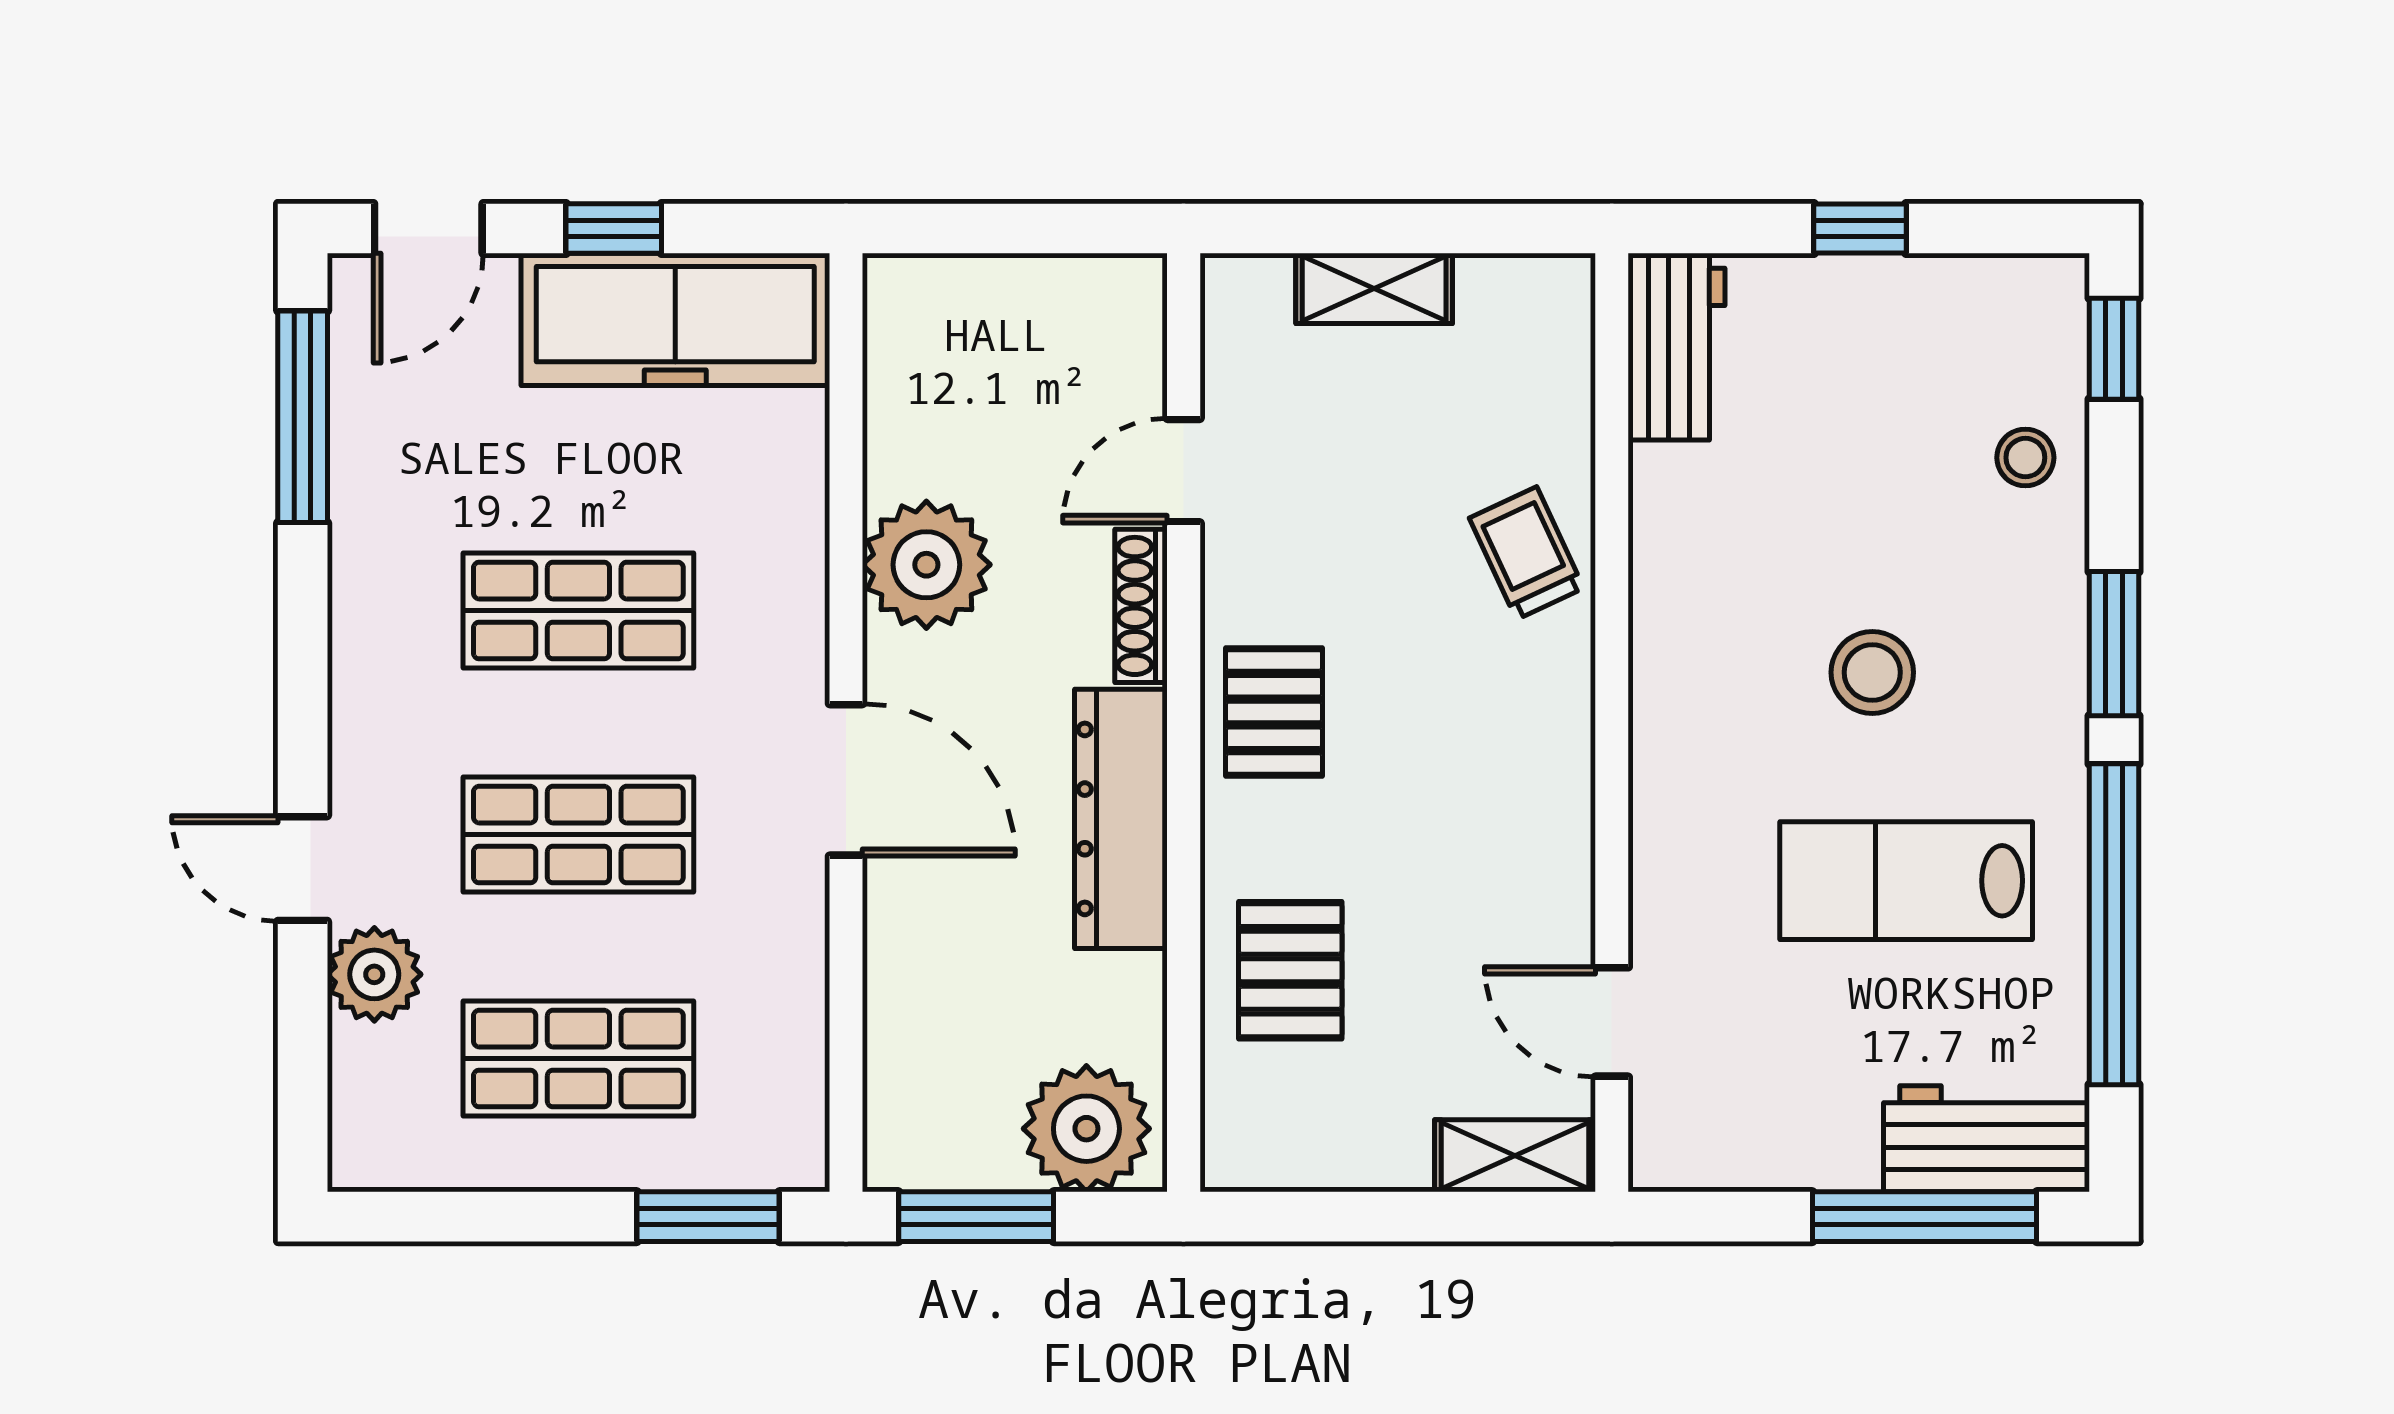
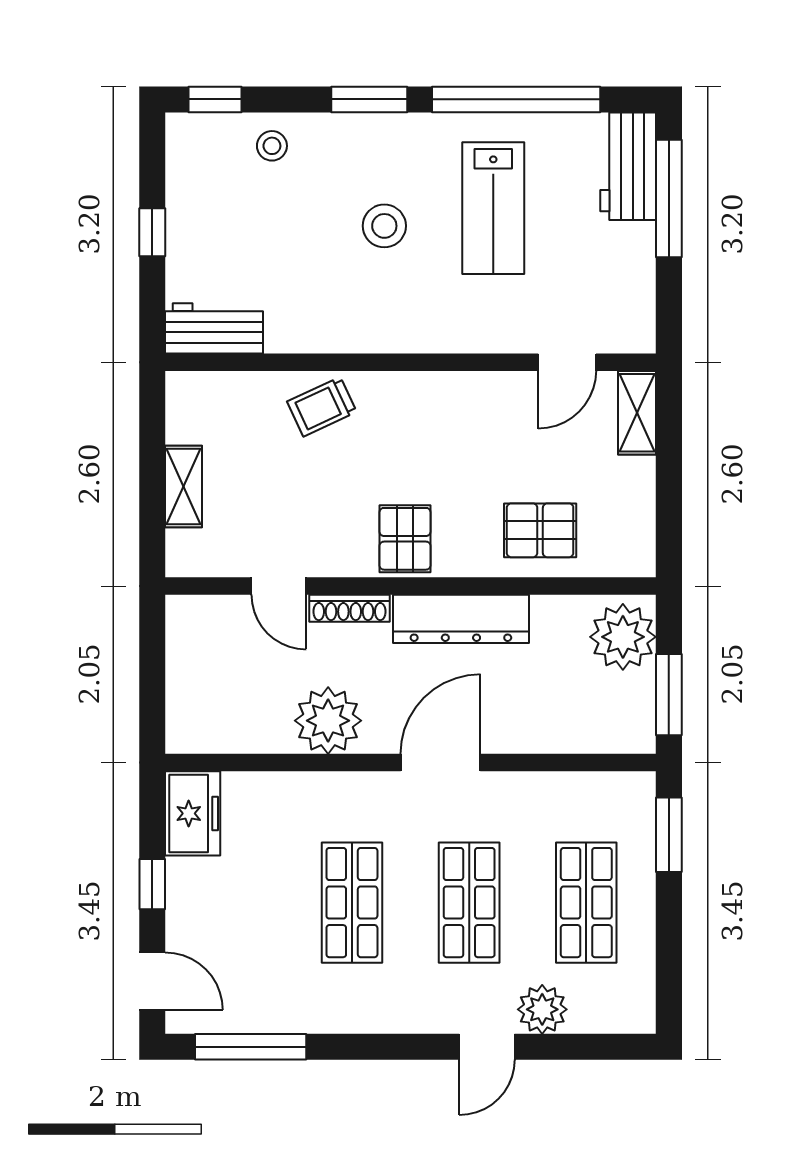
freezer: (675, 319) -> (193, 813), width x0.52, depth x0.79
pallet: (1274, 712) -> (405, 539), turned 90

